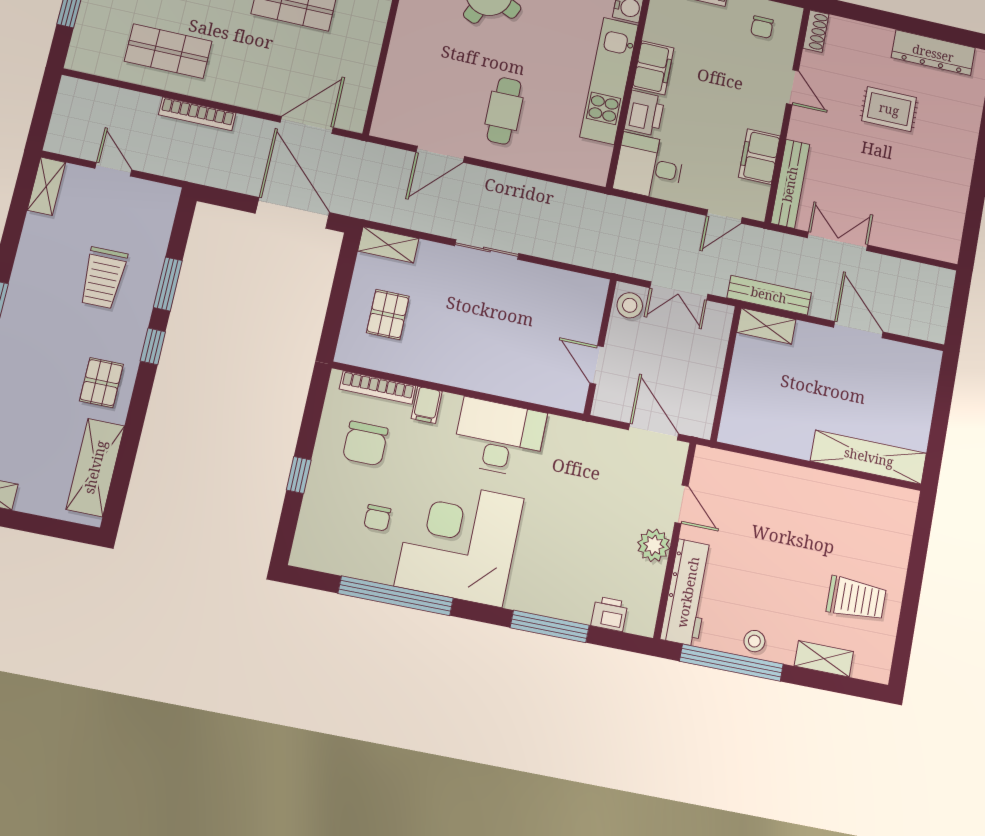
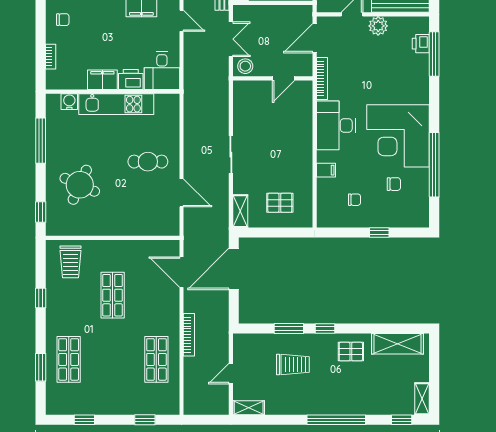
bookcase: (378, 387) -> (322, 79), moved
chair: (365, 443) -> (354, 200), width x0.54, depth x0.54
window: (550, 626) -> (434, 54), moved

